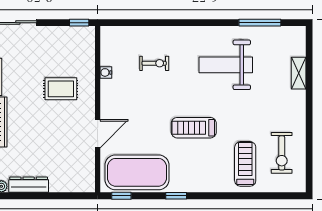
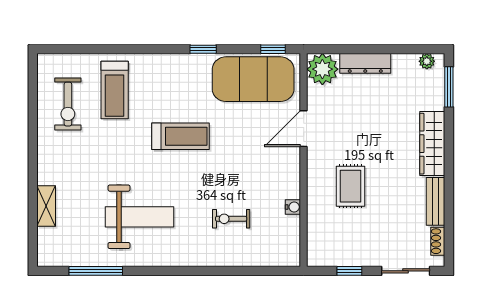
window: (79, 23) -> (349, 271), moved
rug: (61, 89) -> (351, 186), turned 90
exercise bike: (282, 153) -> (68, 104), turned 180
plant: (83, 180) -> (322, 69), added
dresser: (29, 185) -> (365, 63), moved

